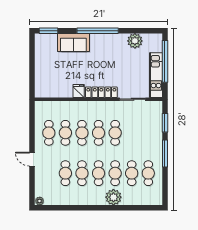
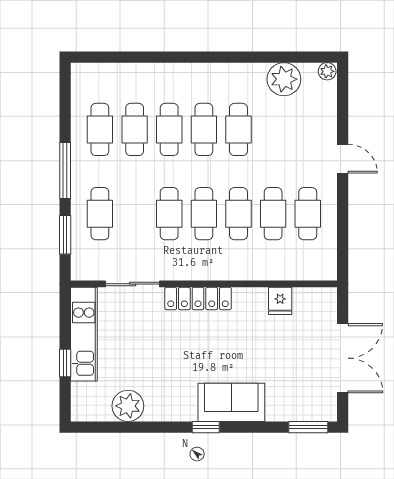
window: (98, 31) -> (206, 427), width x0.32
sofa: (73, 43) -> (231, 402), moved
window: (165, 61) -> (65, 363), width x0.32
double door: (32, 64) -> (343, 358), added
fridge: (79, 91) -> (280, 301), moved
cafe table: (65, 173) -> (100, 214), moved
plant: (113, 197) -> (284, 79), moved

